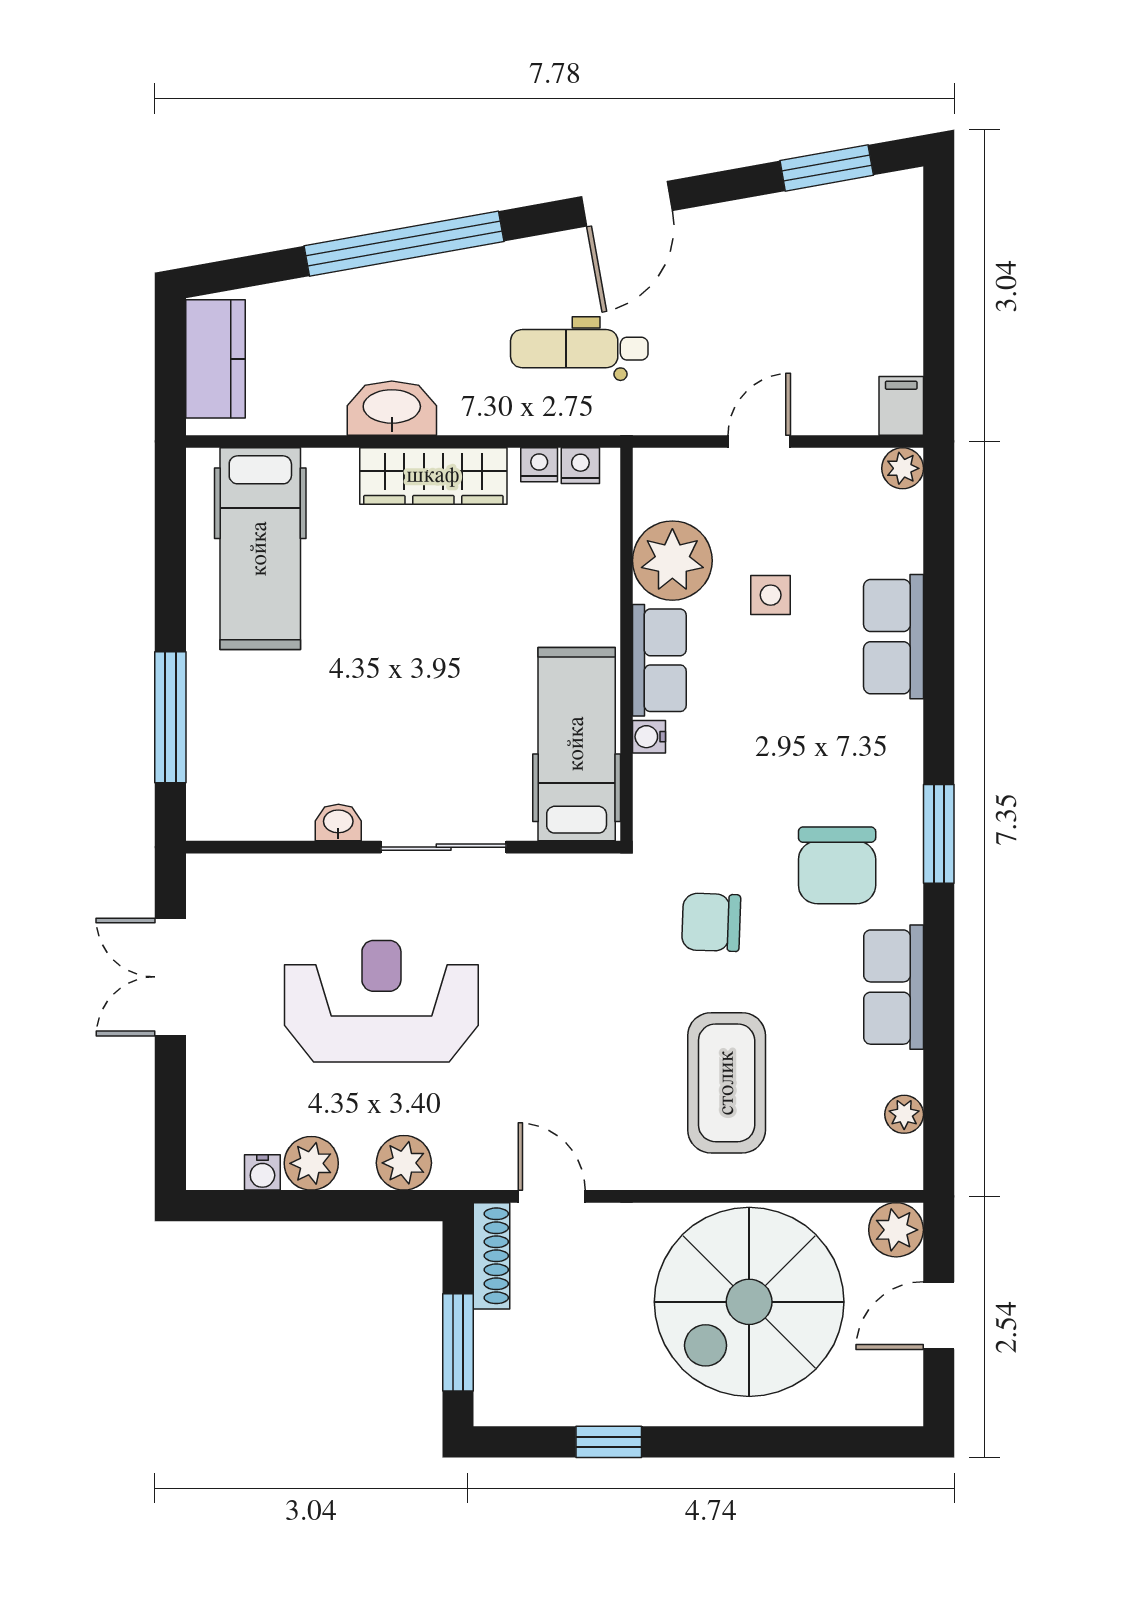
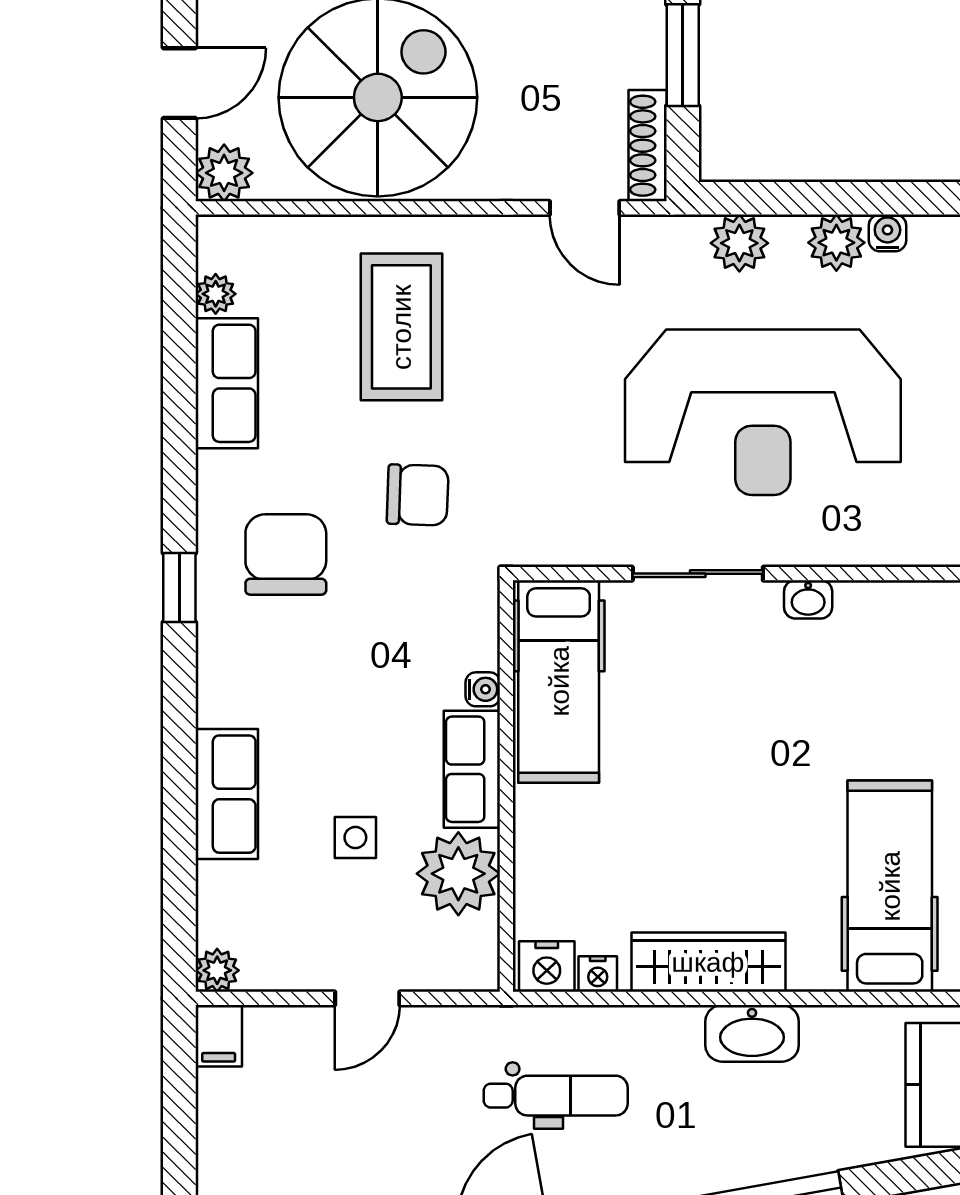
nightstand: (580, 466) -> (547, 967), width x1.39, depth x1.35
window: (939, 834) -> (179, 588), width x0.67
row of seats: (894, 987) -> (227, 383), moved
reception desk: (381, 1001) -> (763, 412), width x1.36, depth x1.30

